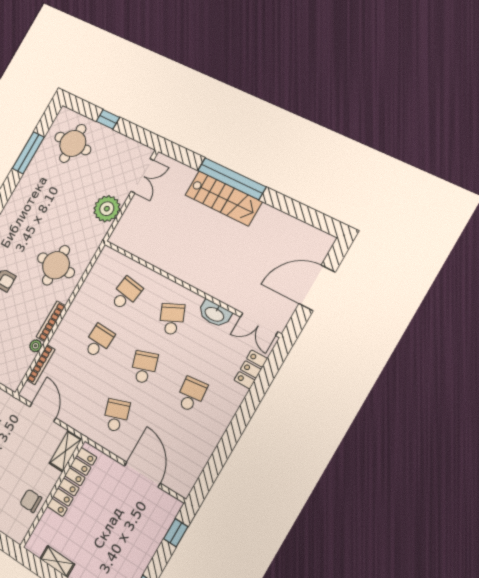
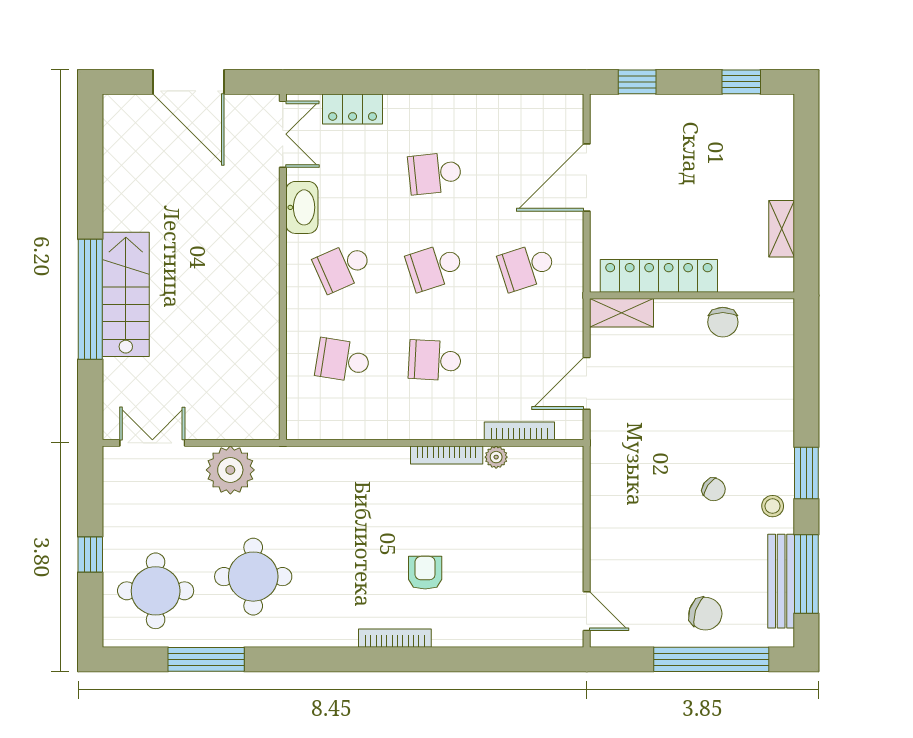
round table: (56, 265) -> (253, 577), moved

